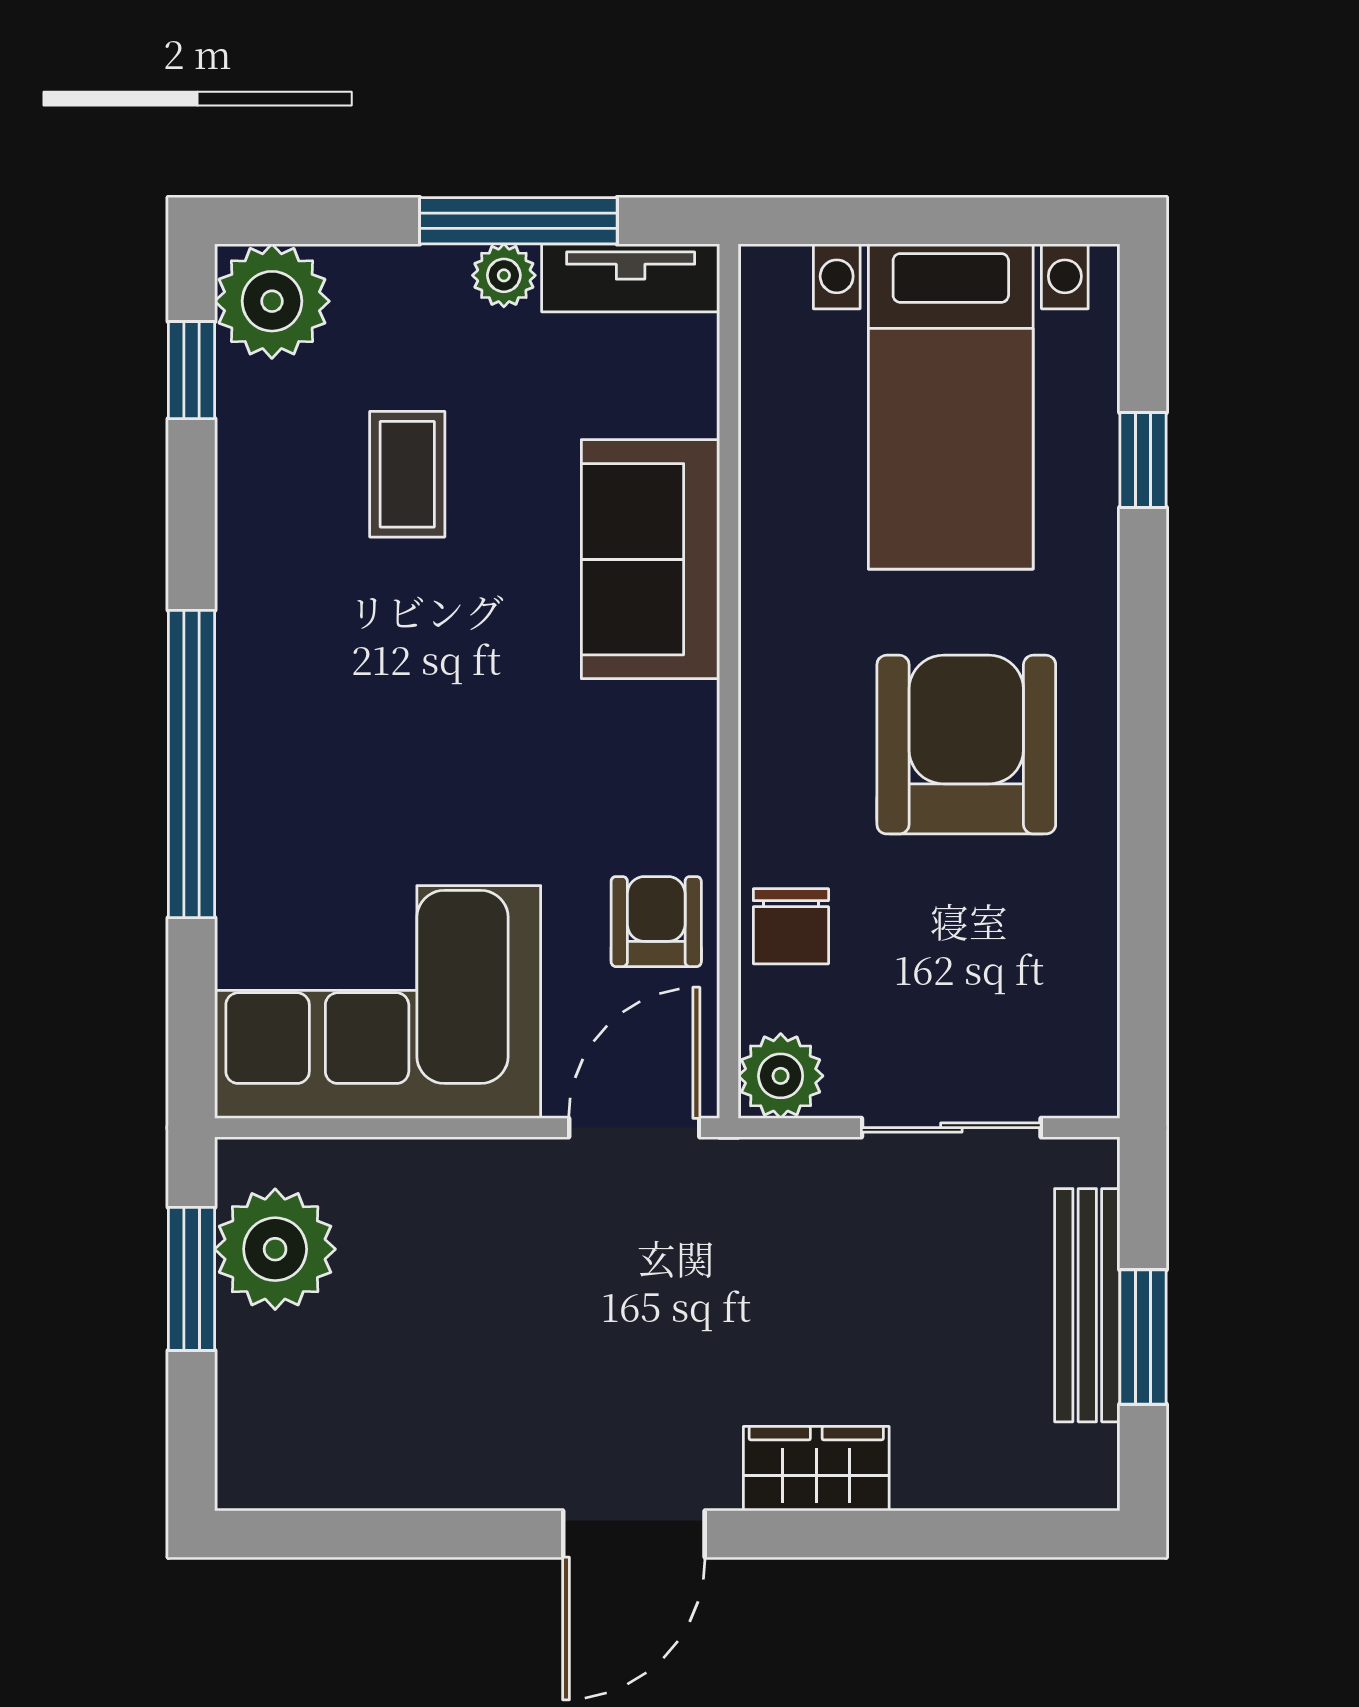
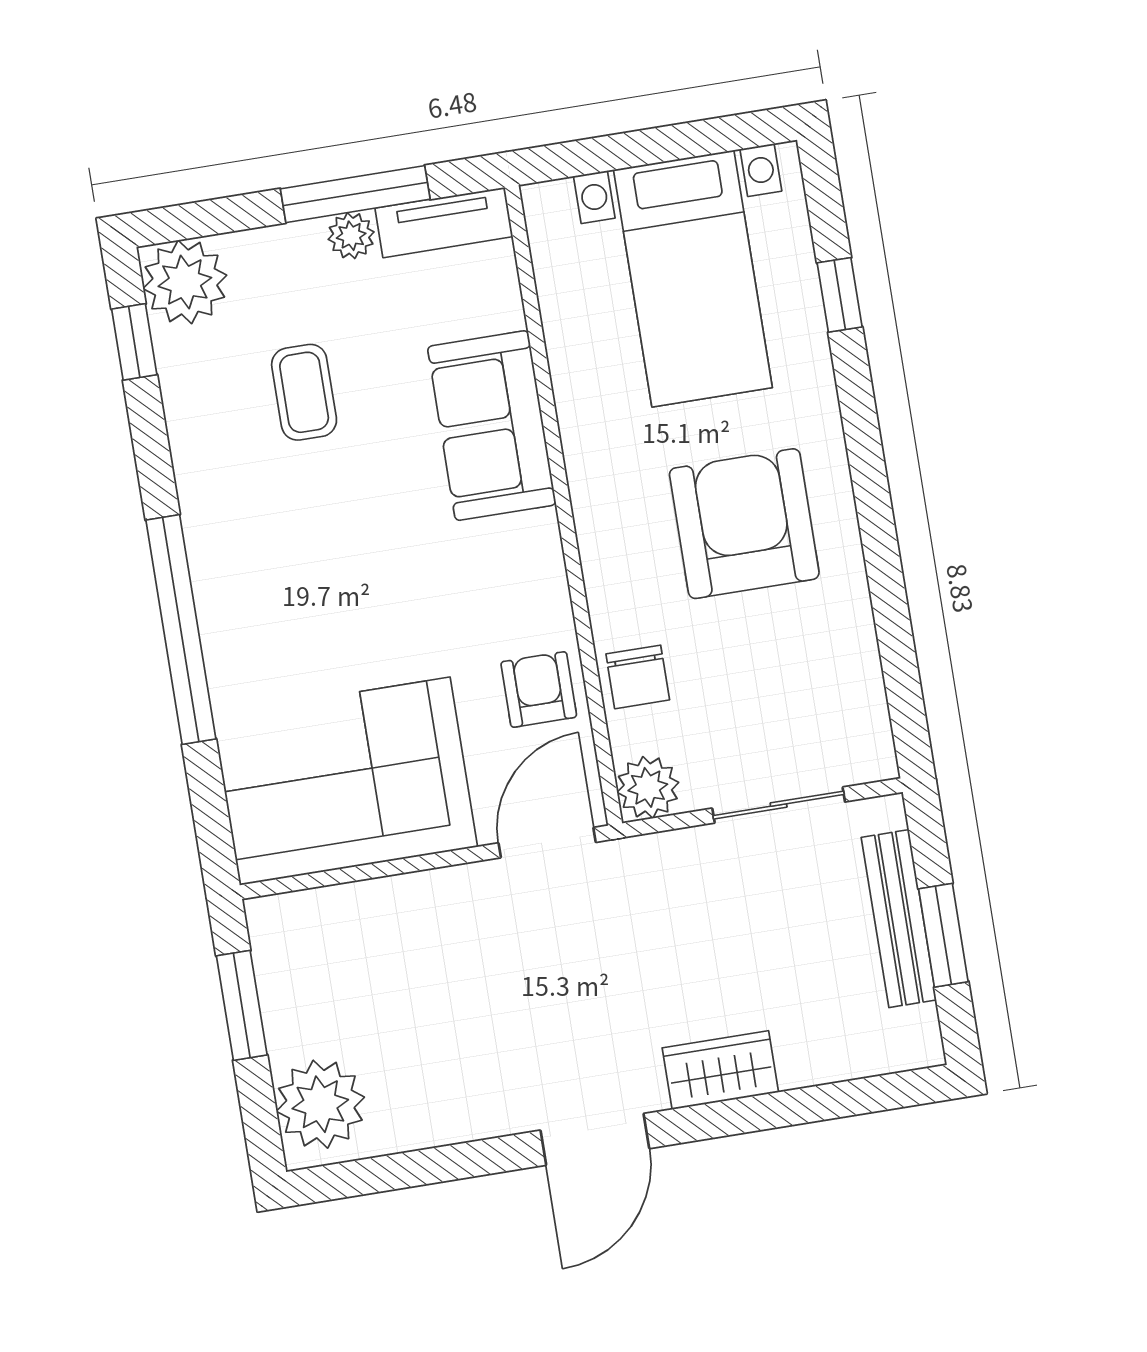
plant: (275, 1249) -> (320, 1104), moved

